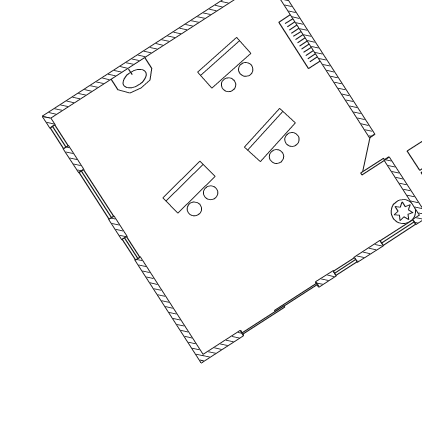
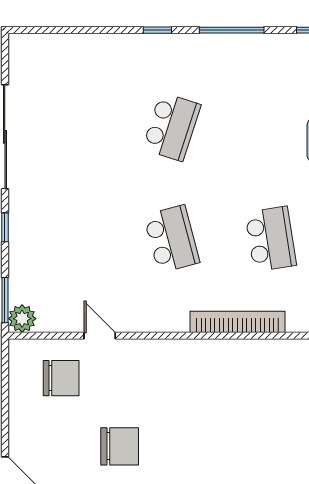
bookcase: (300, 41) -> (238, 322), width x1.48, depth x1.31
school desk: (194, 193) -> (172, 127), turned 30

